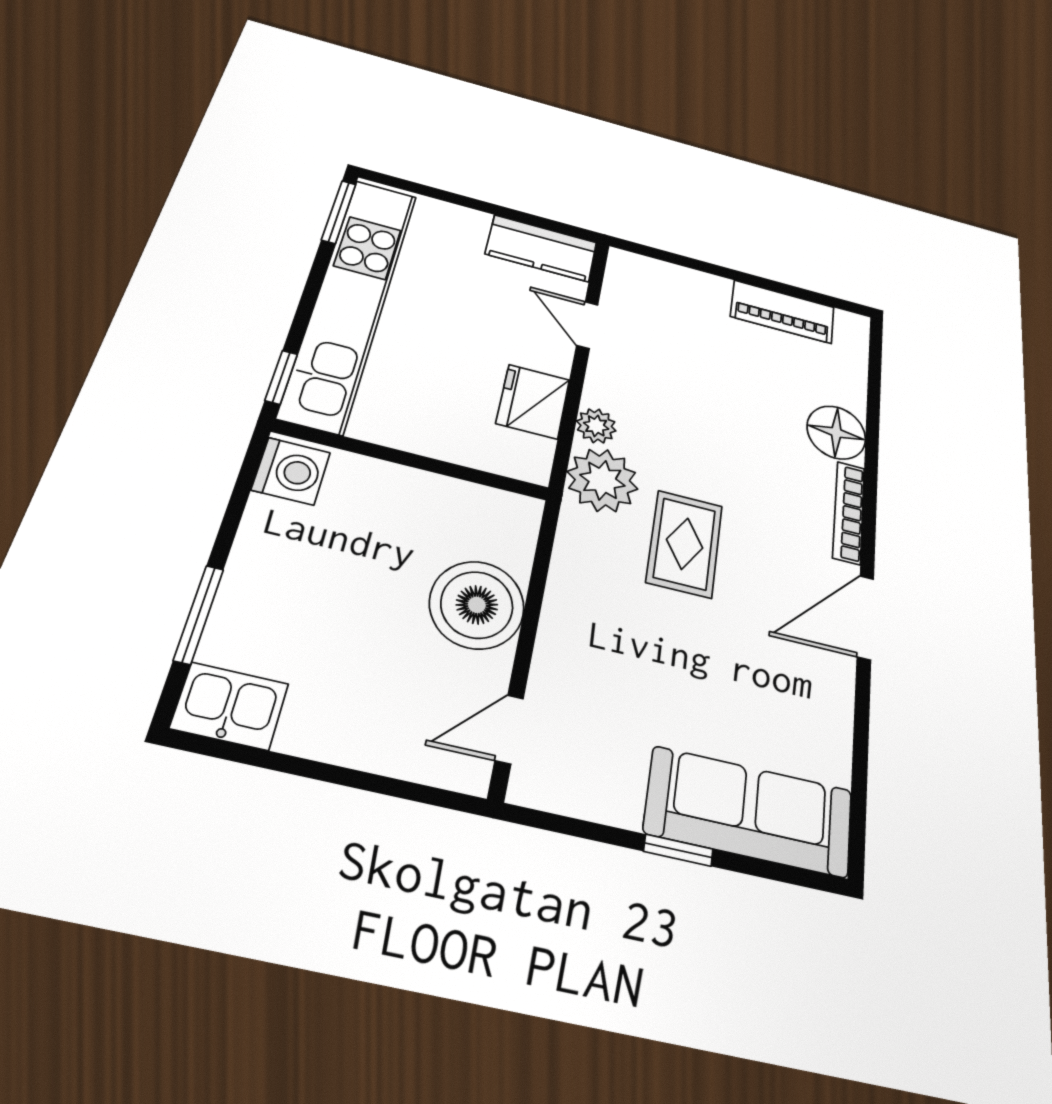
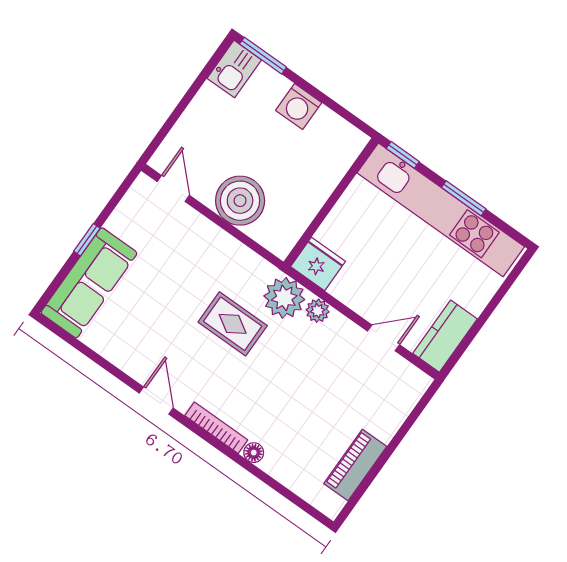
window: (339, 212) -> (464, 198), moved
fridge: (533, 401) -> (318, 264), moved
floor lamp: (836, 432) -> (254, 453), width x0.53, depth x0.53
washing machine: (291, 471) -> (299, 106), moved
window: (199, 614) -> (263, 56), moved
door: (865, 617) -> (156, 401), width x0.73

